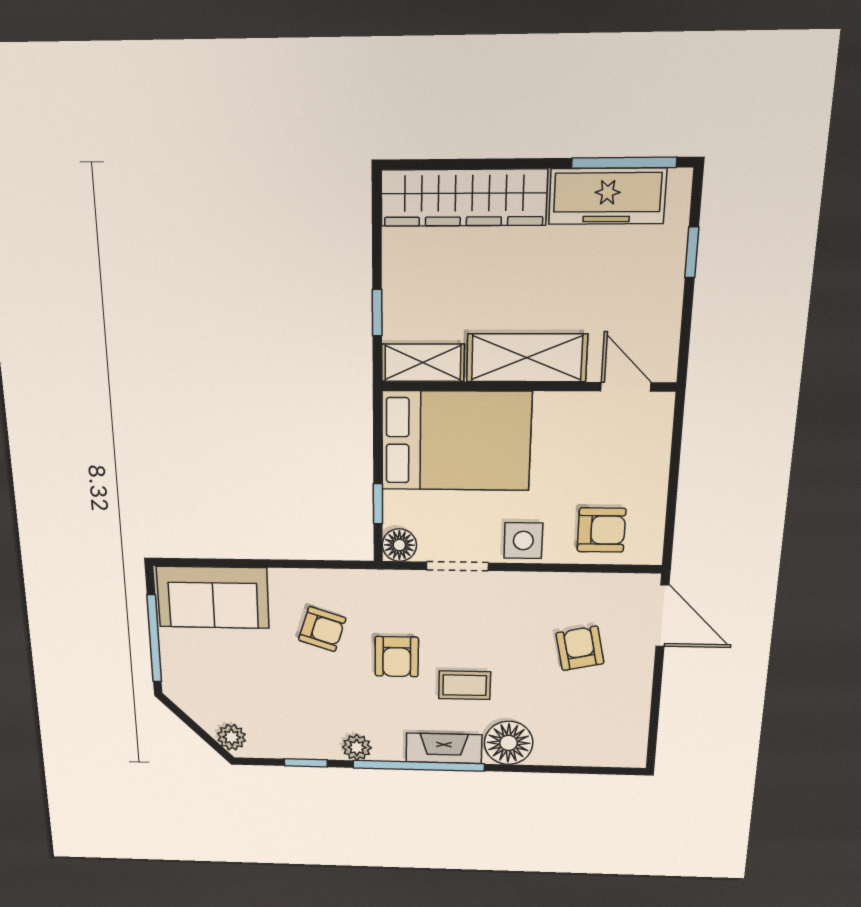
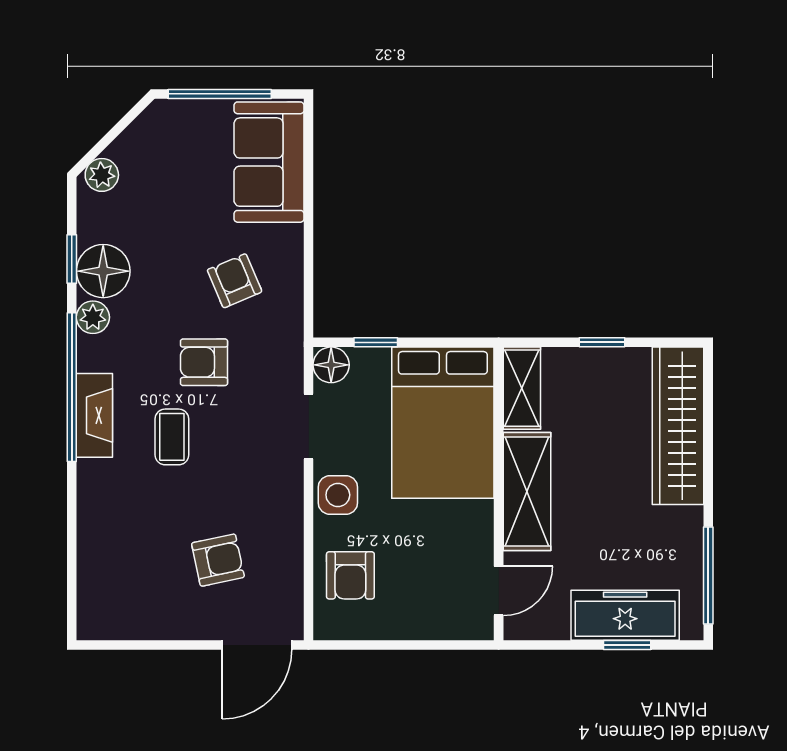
freezer: (607, 196) -> (625, 615), moved, turned 90
window: (377, 313) -> (602, 342), moved
armchair: (322, 629) -> (235, 281), turned 139
floor lamp: (509, 743) -> (103, 271), moved

